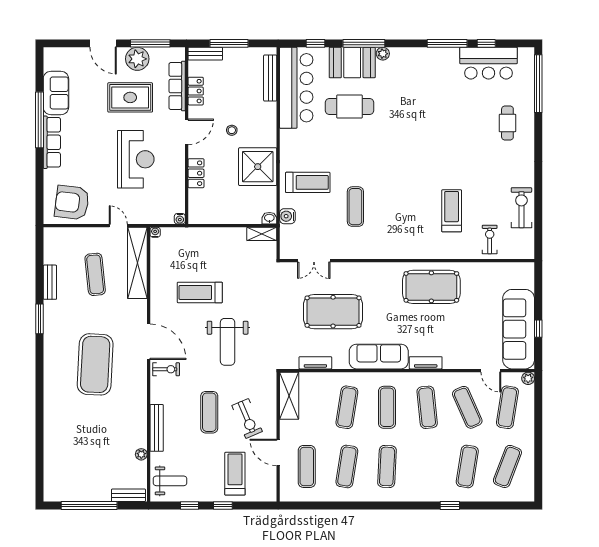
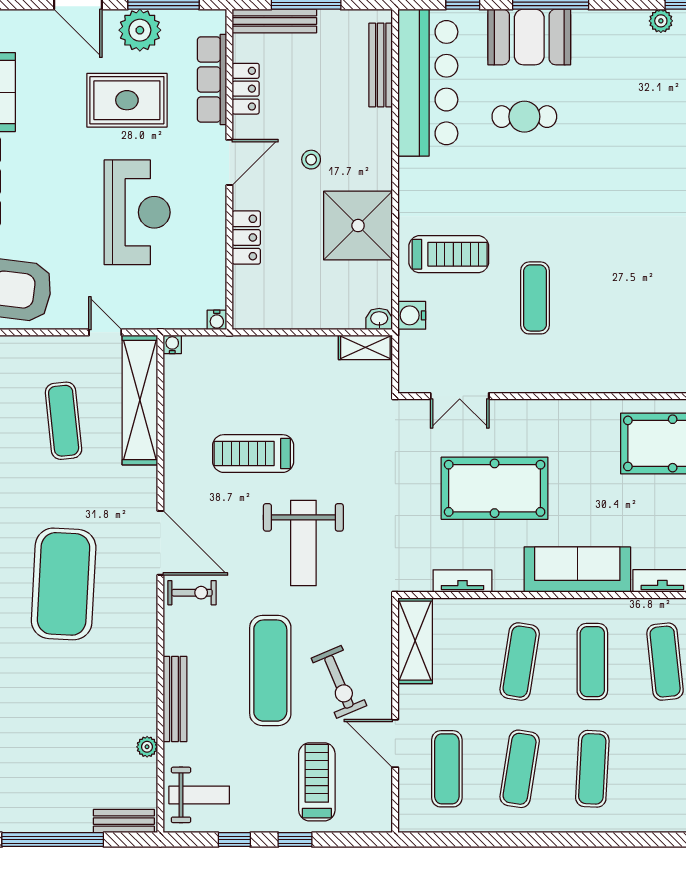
bench: (205, 54) -> (274, 21), width x1.36
plant: (383, 54) -> (661, 21), moved
cafe table: (349, 106) -> (524, 117), width x0.73, depth x0.74
exercise mat: (209, 412) -> (270, 671), width x1.36, depth x1.45

